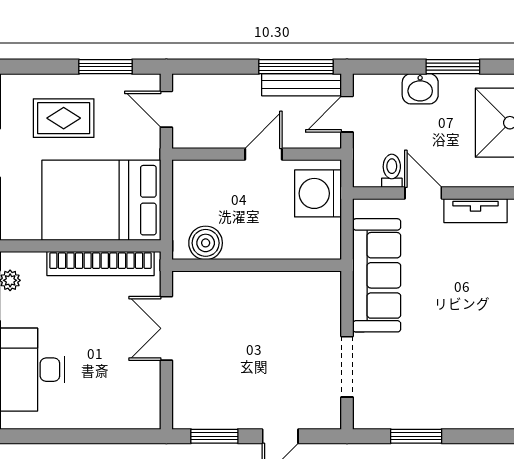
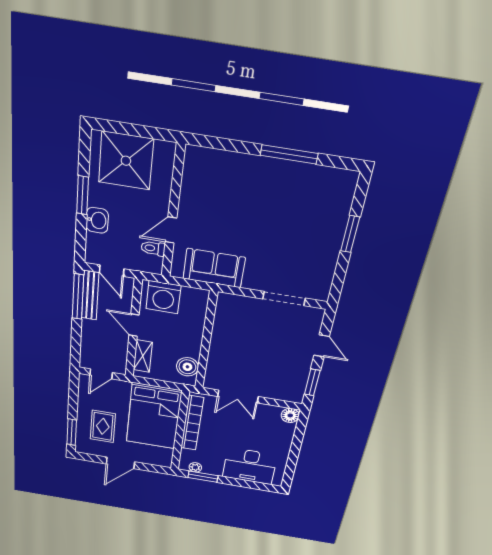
window: (106, 67) -> (72, 432), moved
shelving: (212, 172) -> (143, 356), added
tv unit: (475, 211) -> (188, 196), removed
sofa: (377, 275) -> (214, 268), width x0.73
floor lamp: (147, 415) -> (290, 415), added
window: (416, 436) -> (350, 234), moved

